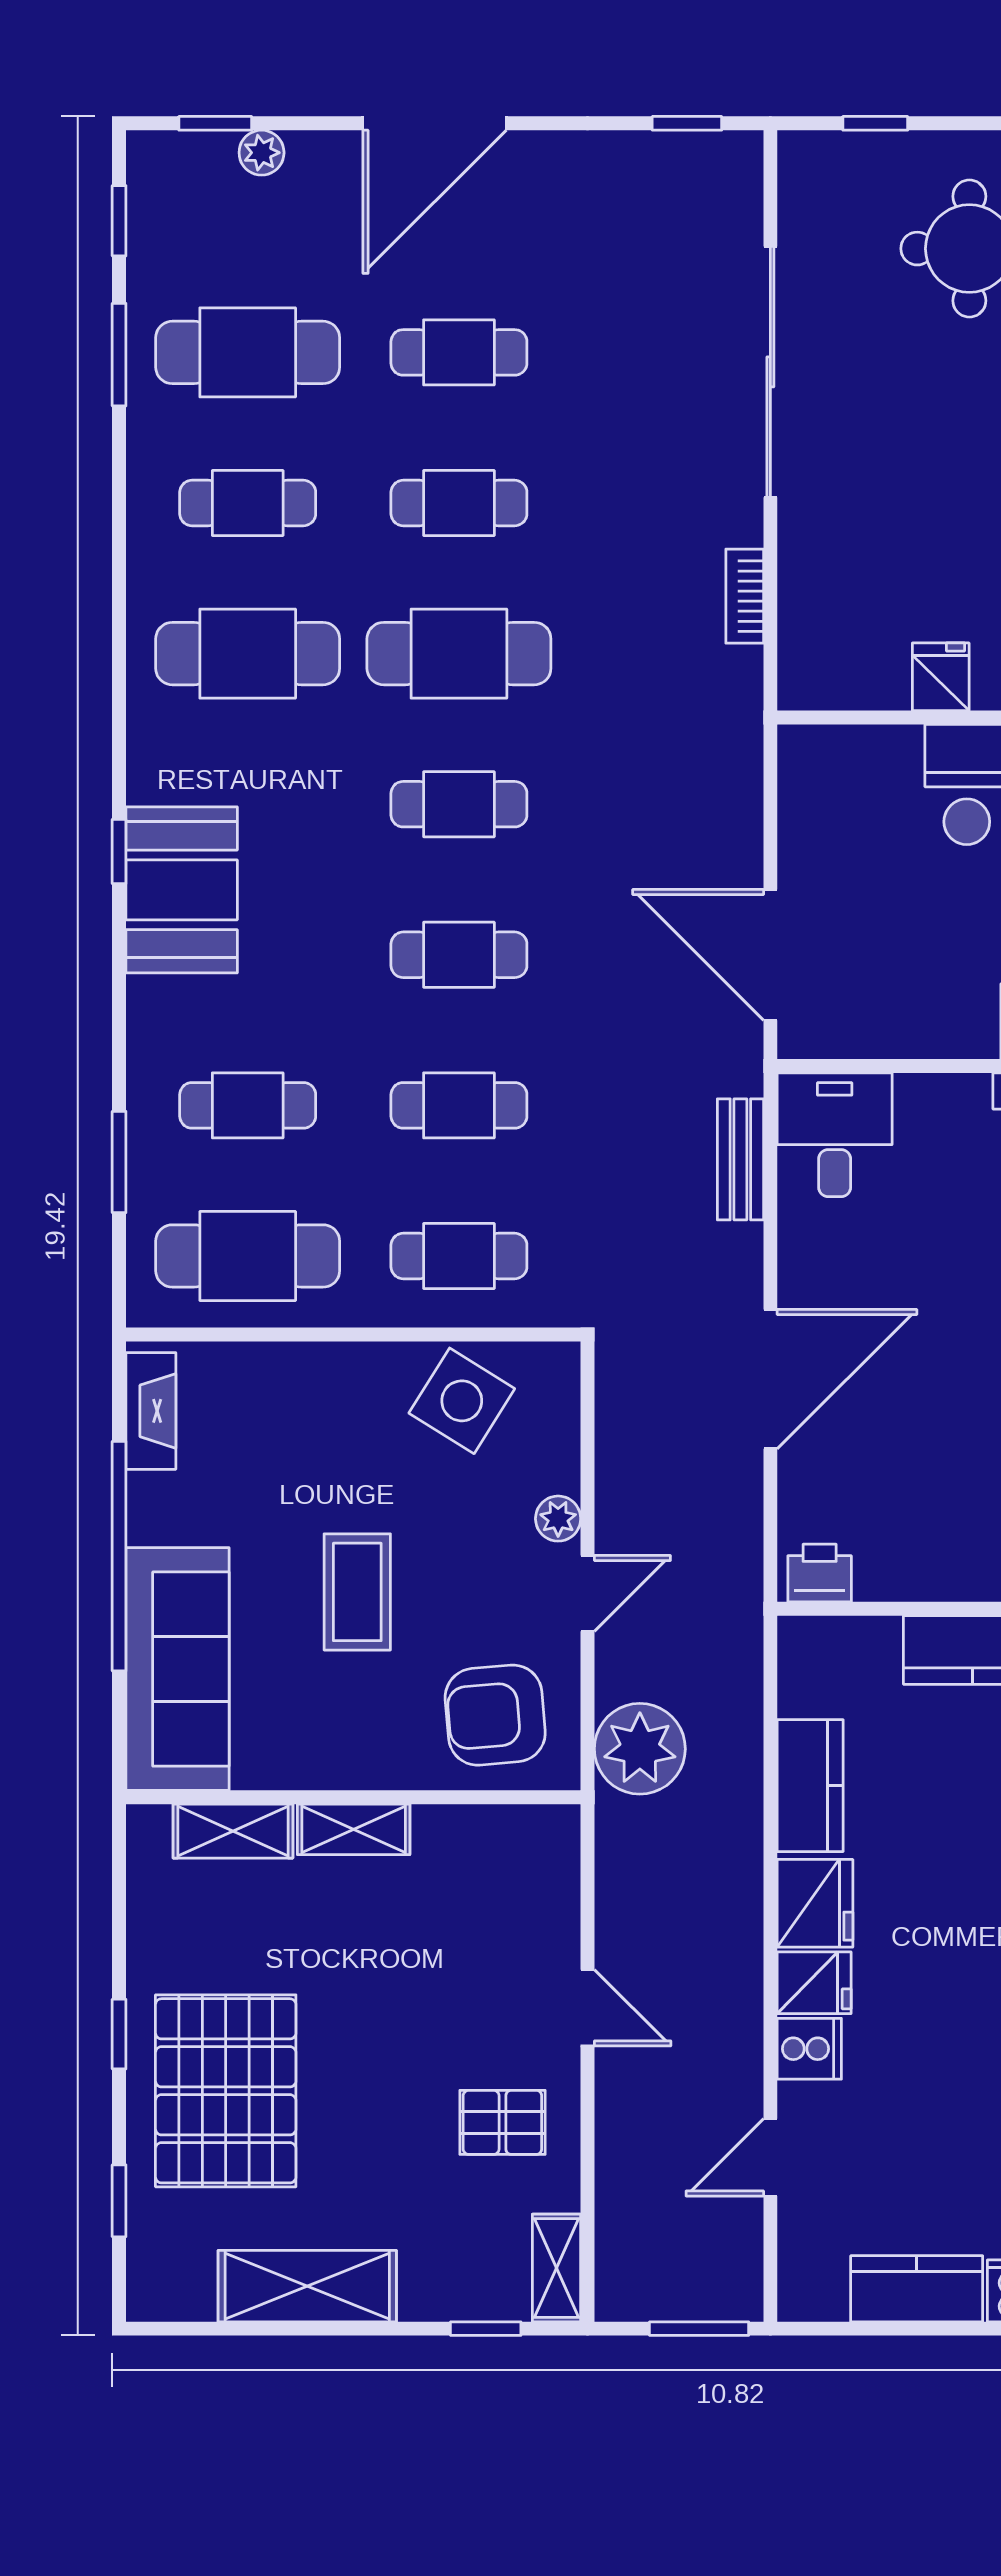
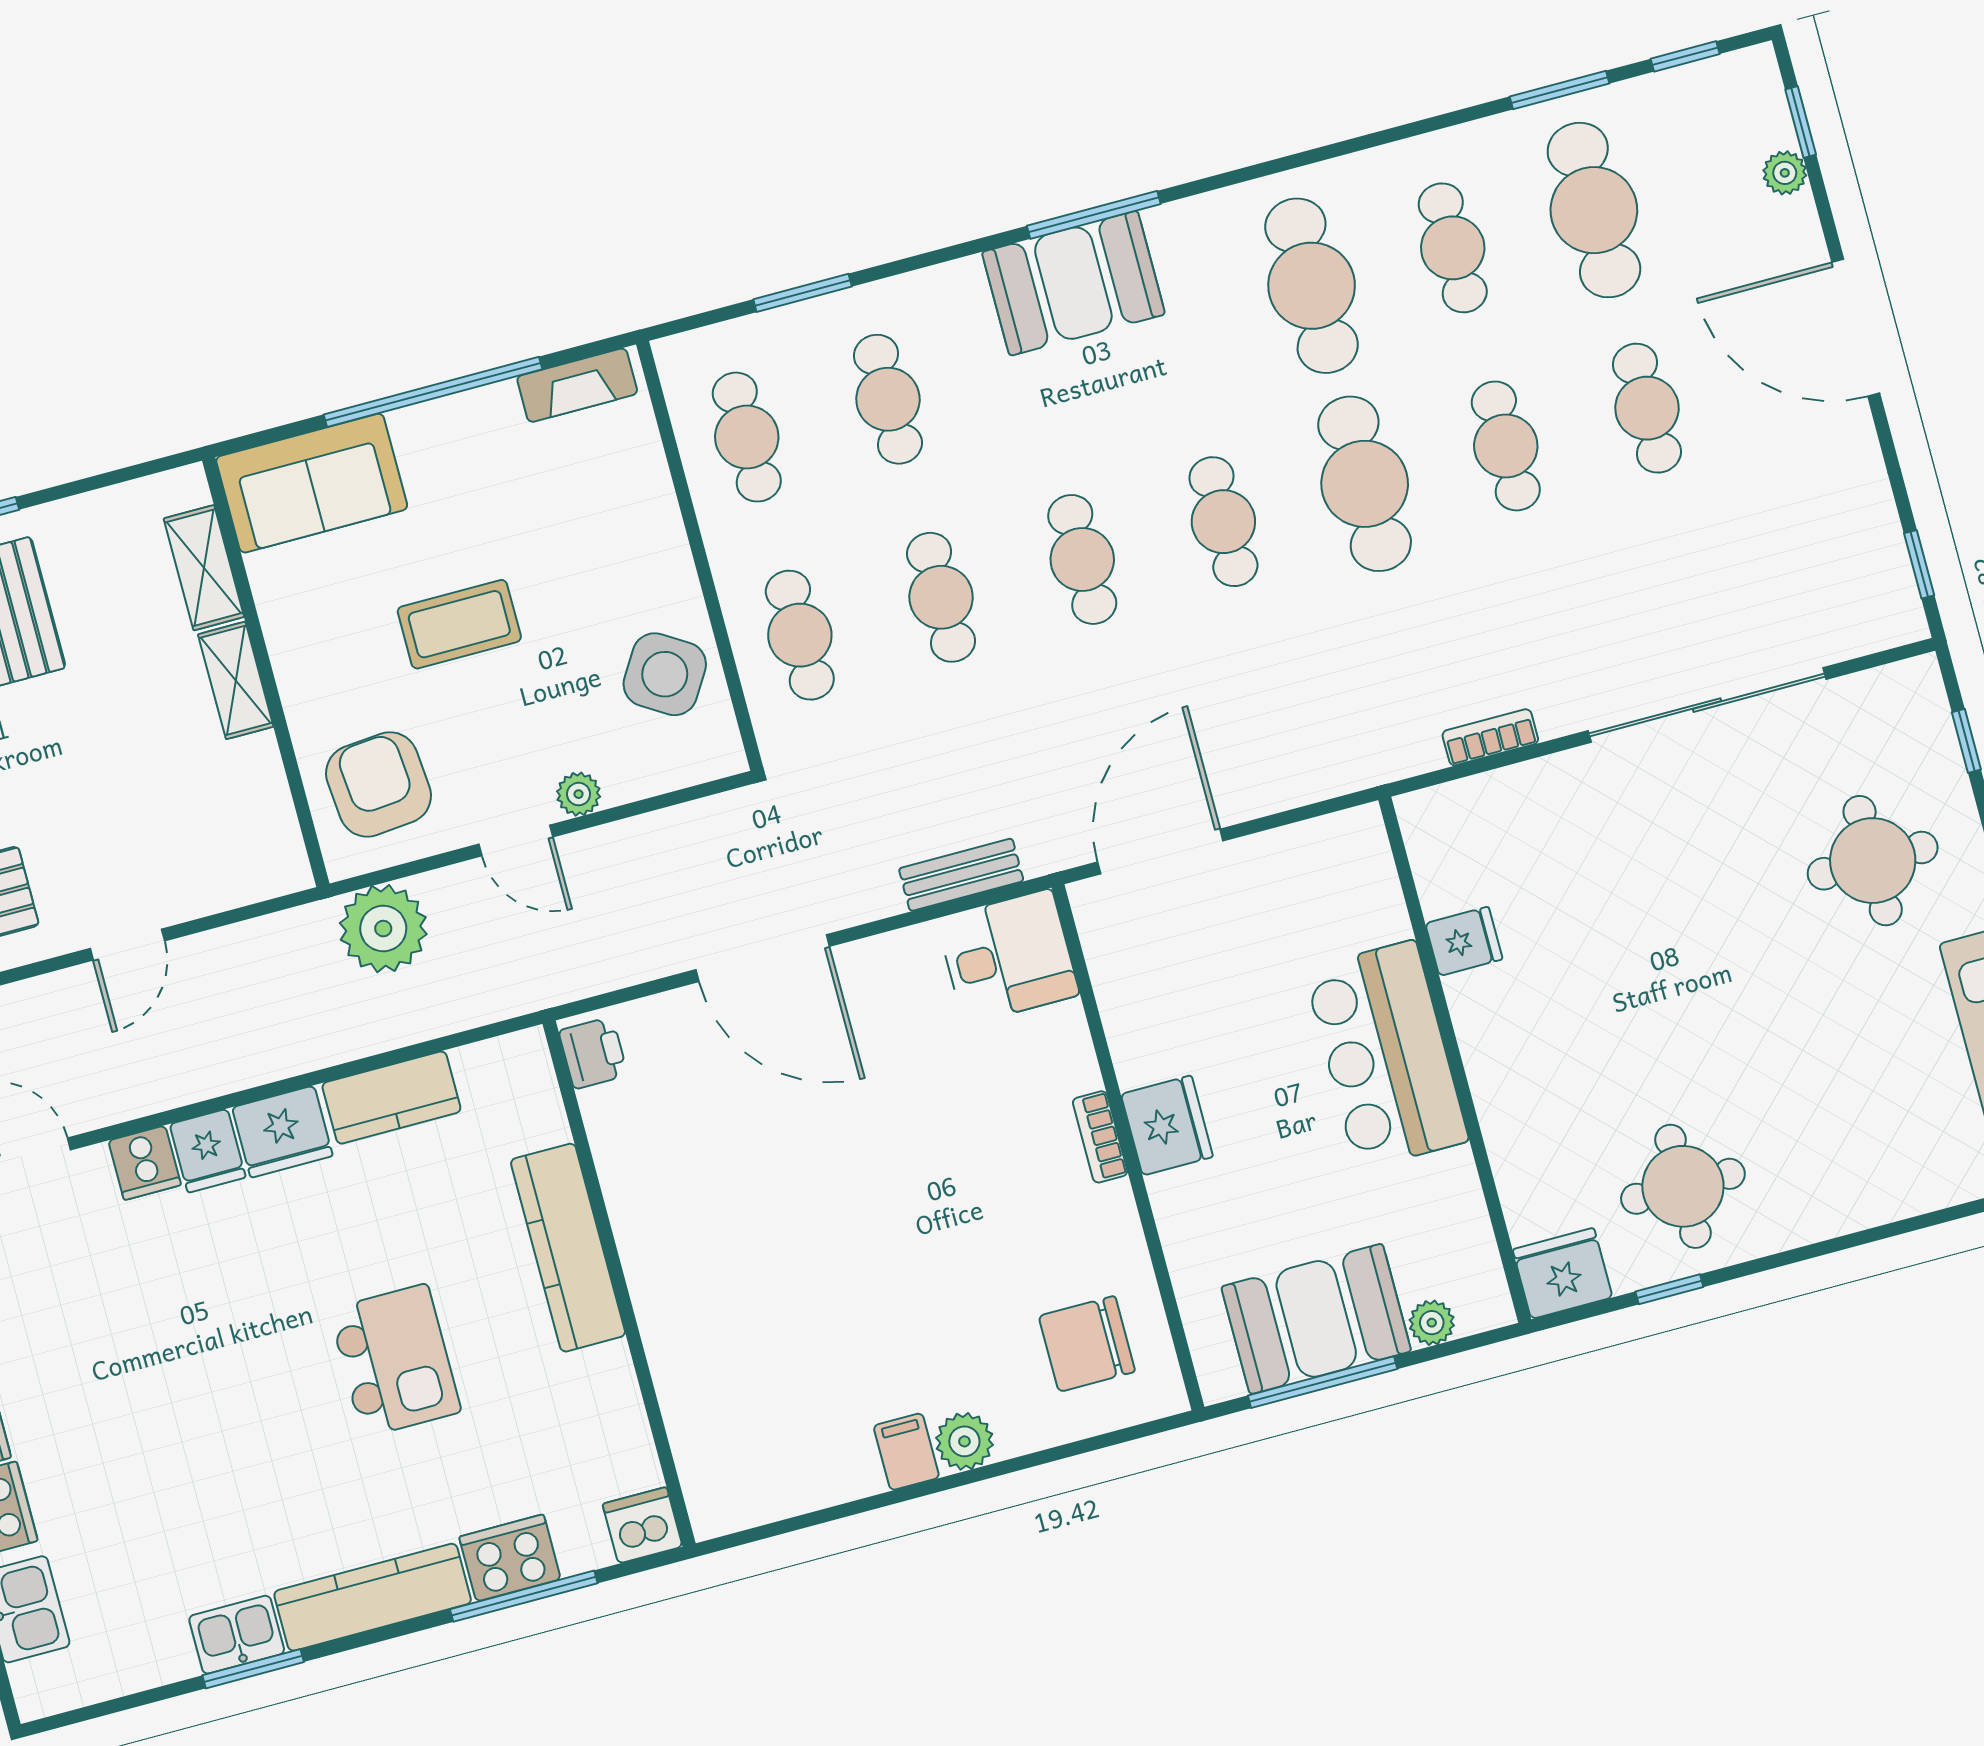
window: (119, 851) -> (1094, 215), width x2.17
cafe table: (248, 1256) -> (747, 437), width x0.73, depth x0.74
sofa: (178, 1669) -> (312, 483), width x0.73

